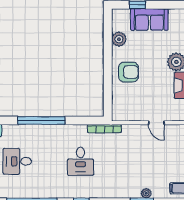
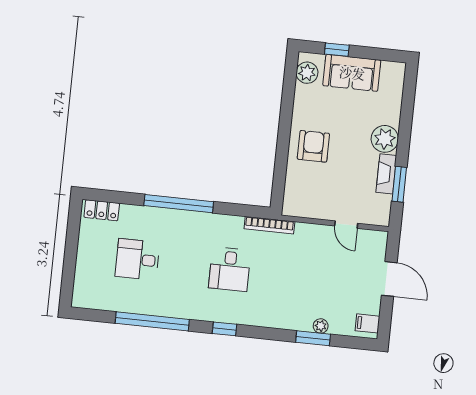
plant: (119, 39) -> (307, 73), moved
armchair: (129, 72) -> (313, 146), turned -90

